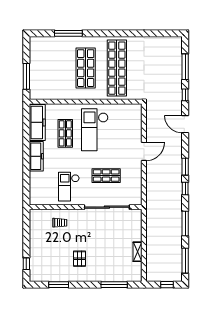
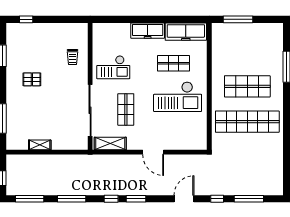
checkout: (95, 130) -> (178, 97), turned 180
checkout: (69, 187) -> (113, 67), turned 180
shelving: (136, 189) -> (110, 144), added

